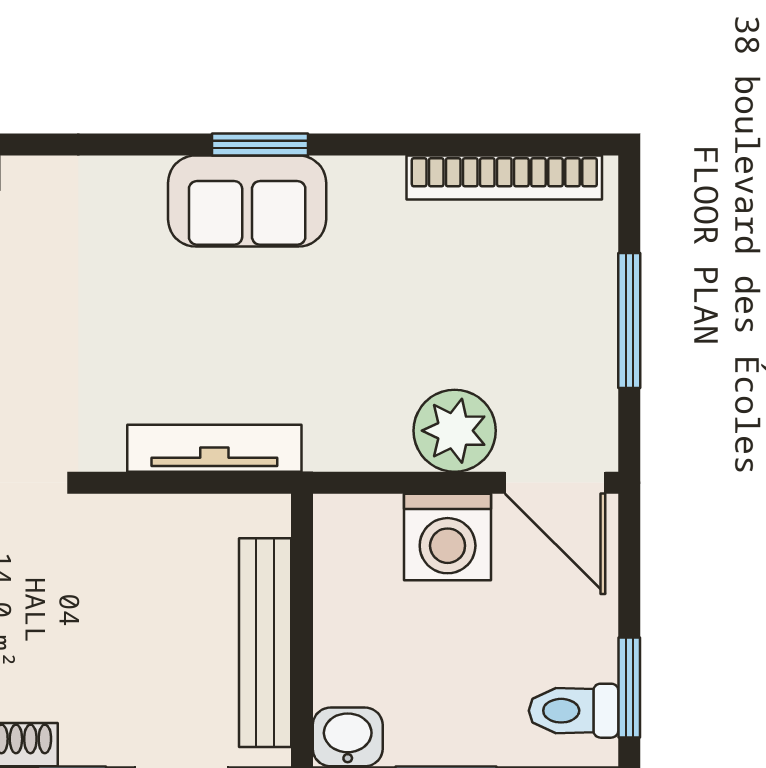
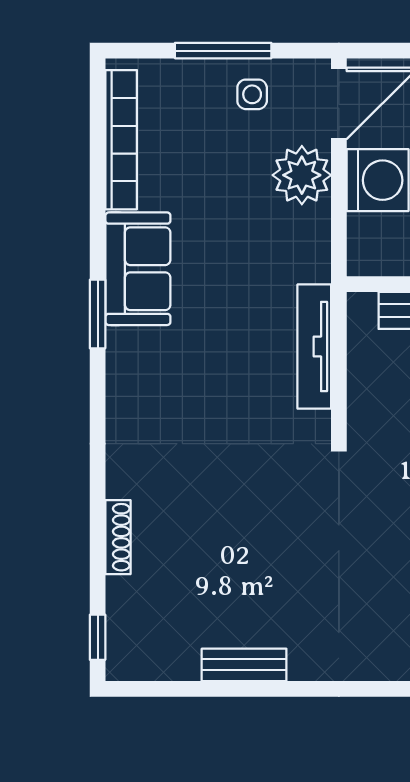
sofa: (247, 201) -> (138, 269), moved
side table: (568, 361) -> (252, 94), added

